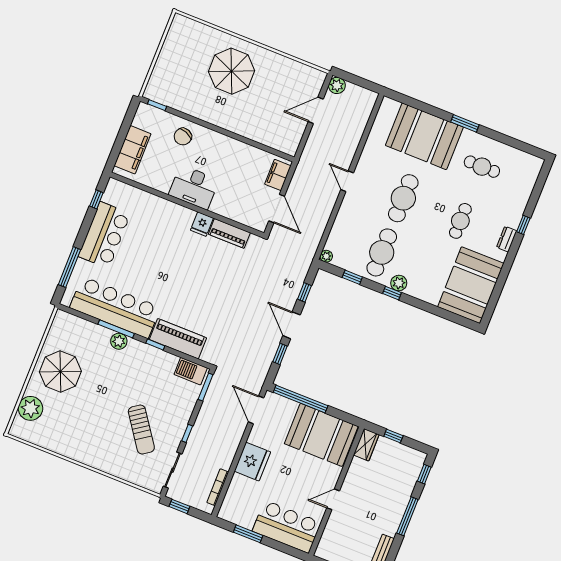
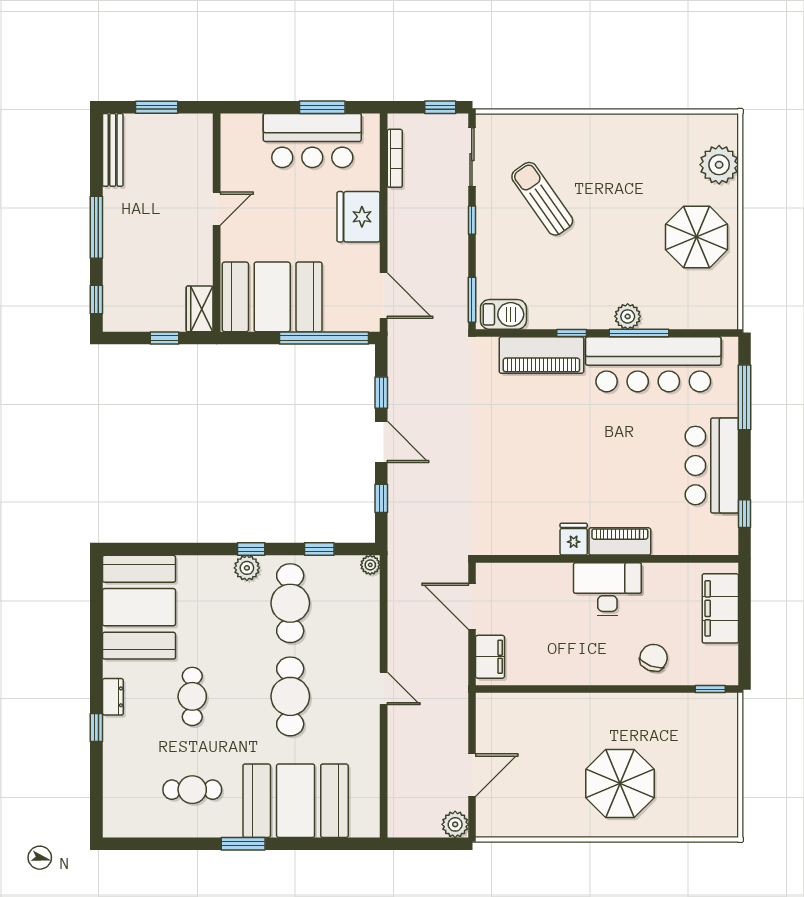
piano: (229, 233) -> (620, 541), moved
bar counter: (287, 527) -> (312, 141), moved

